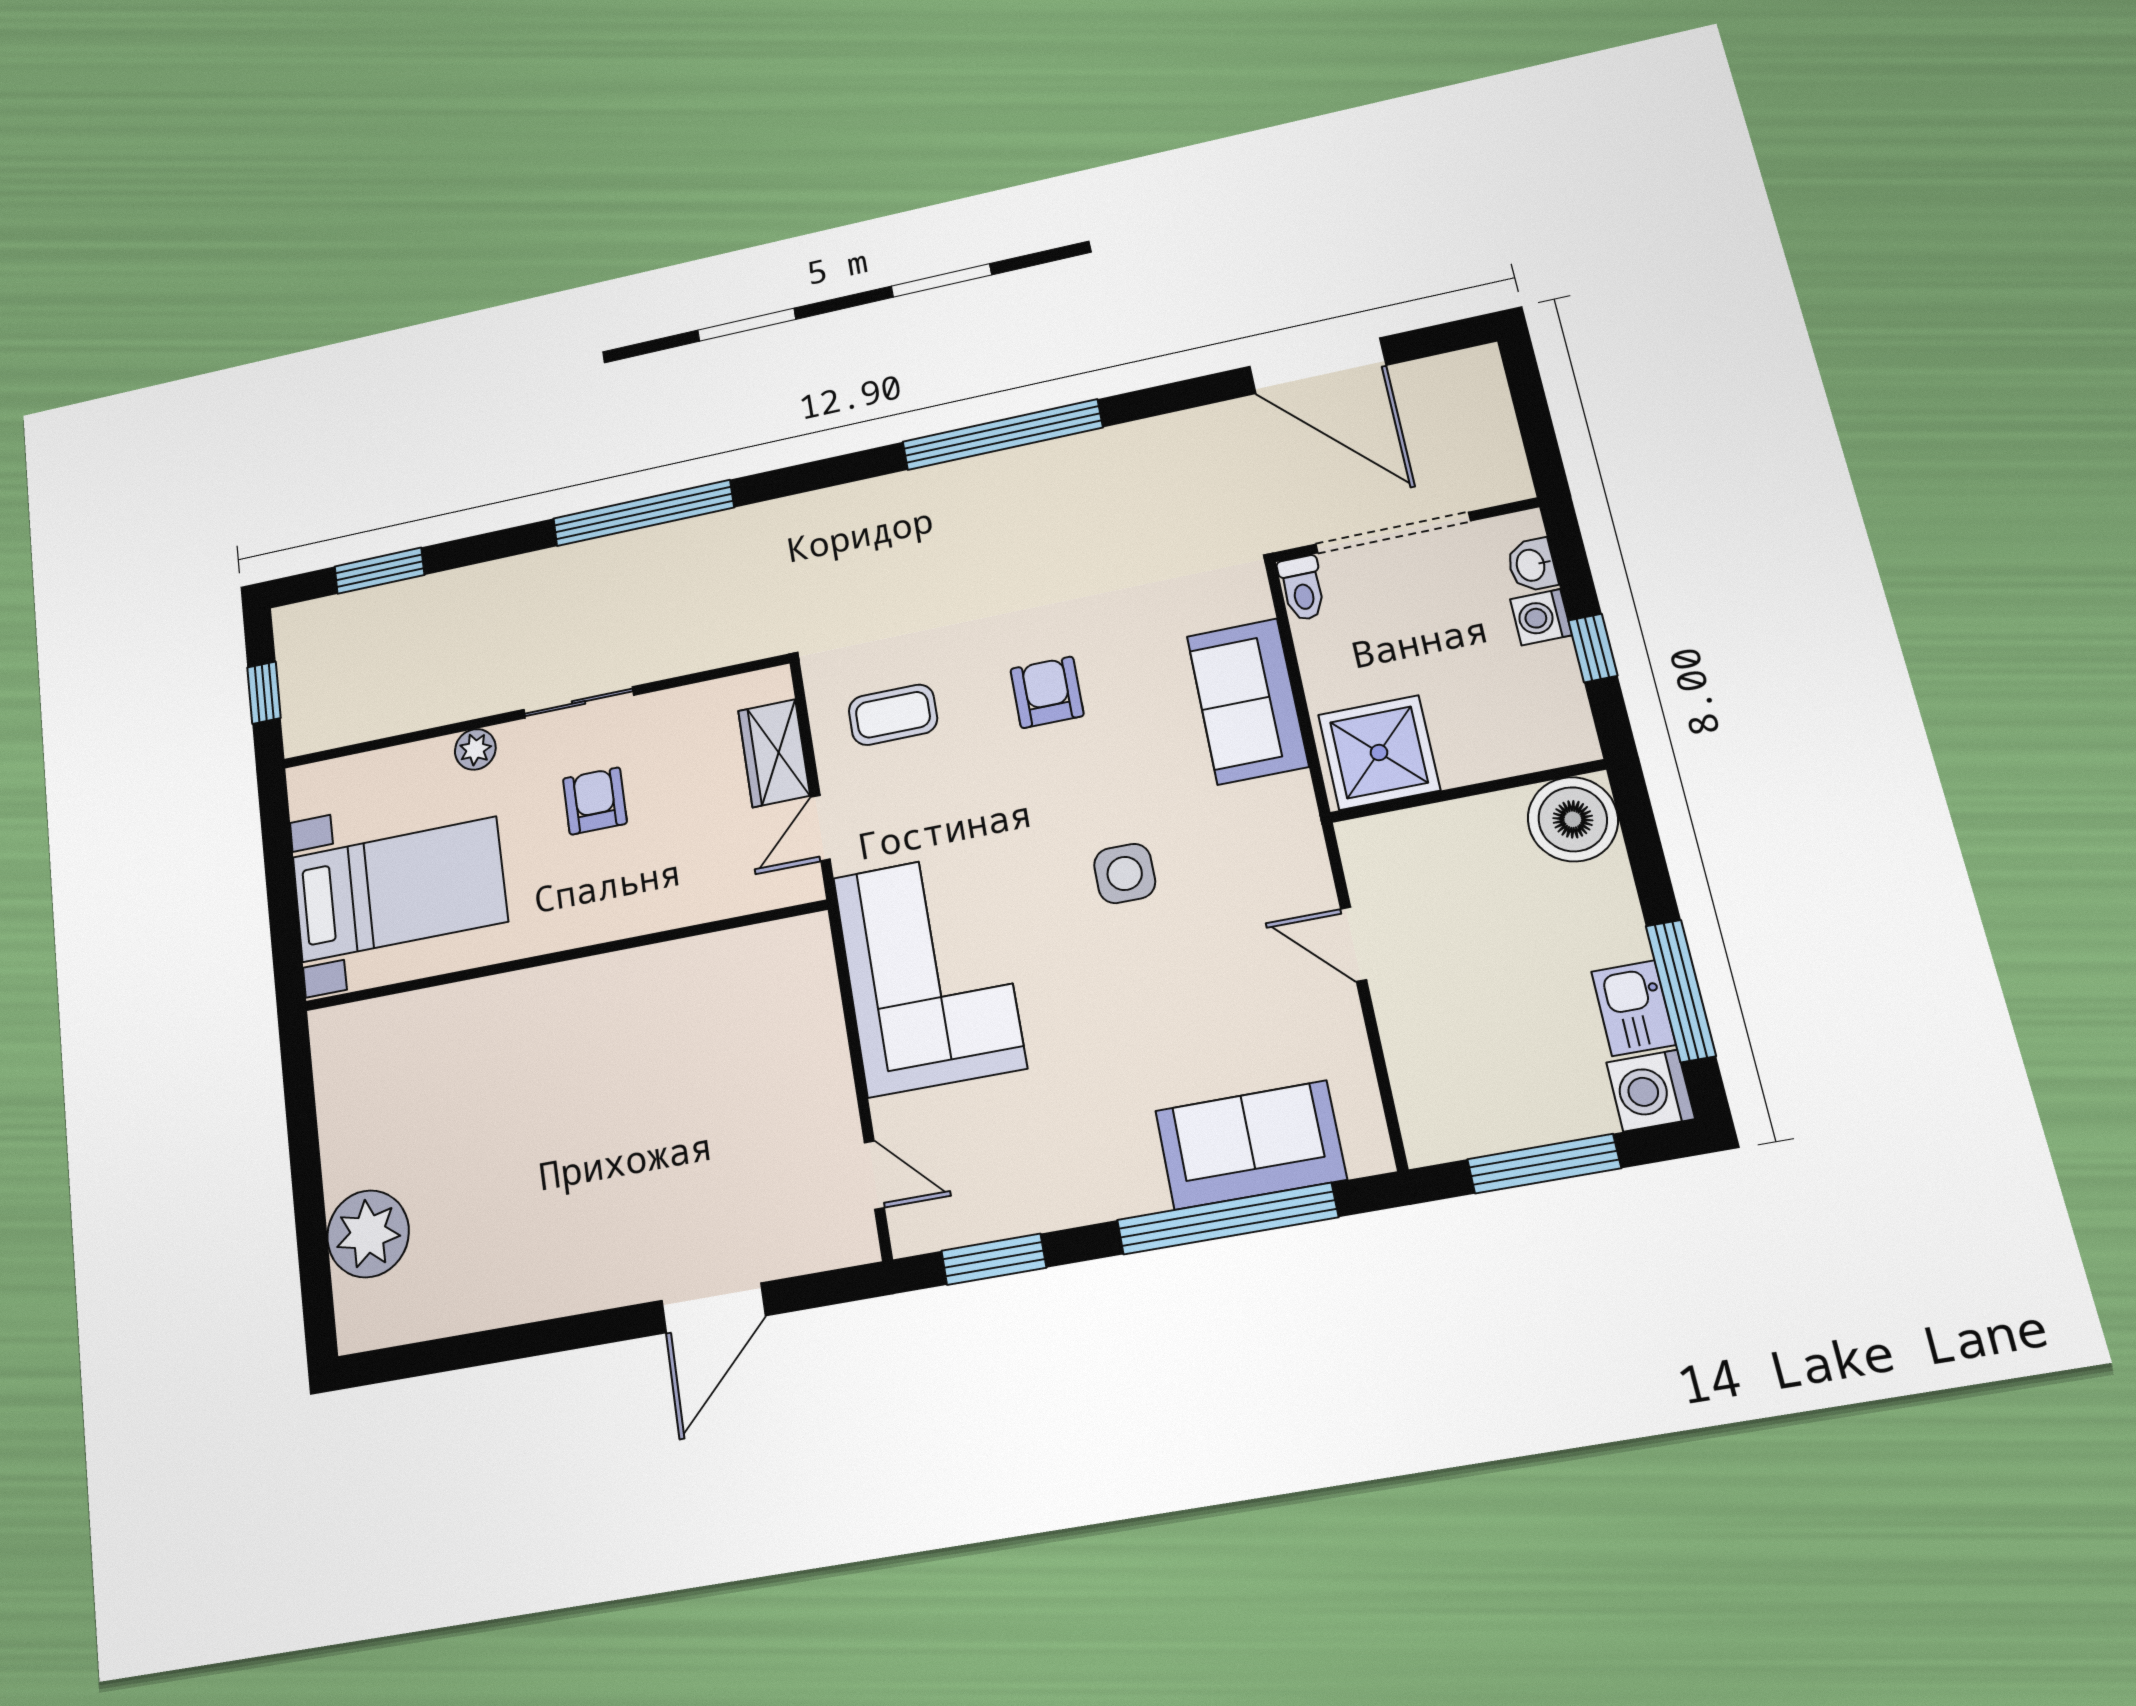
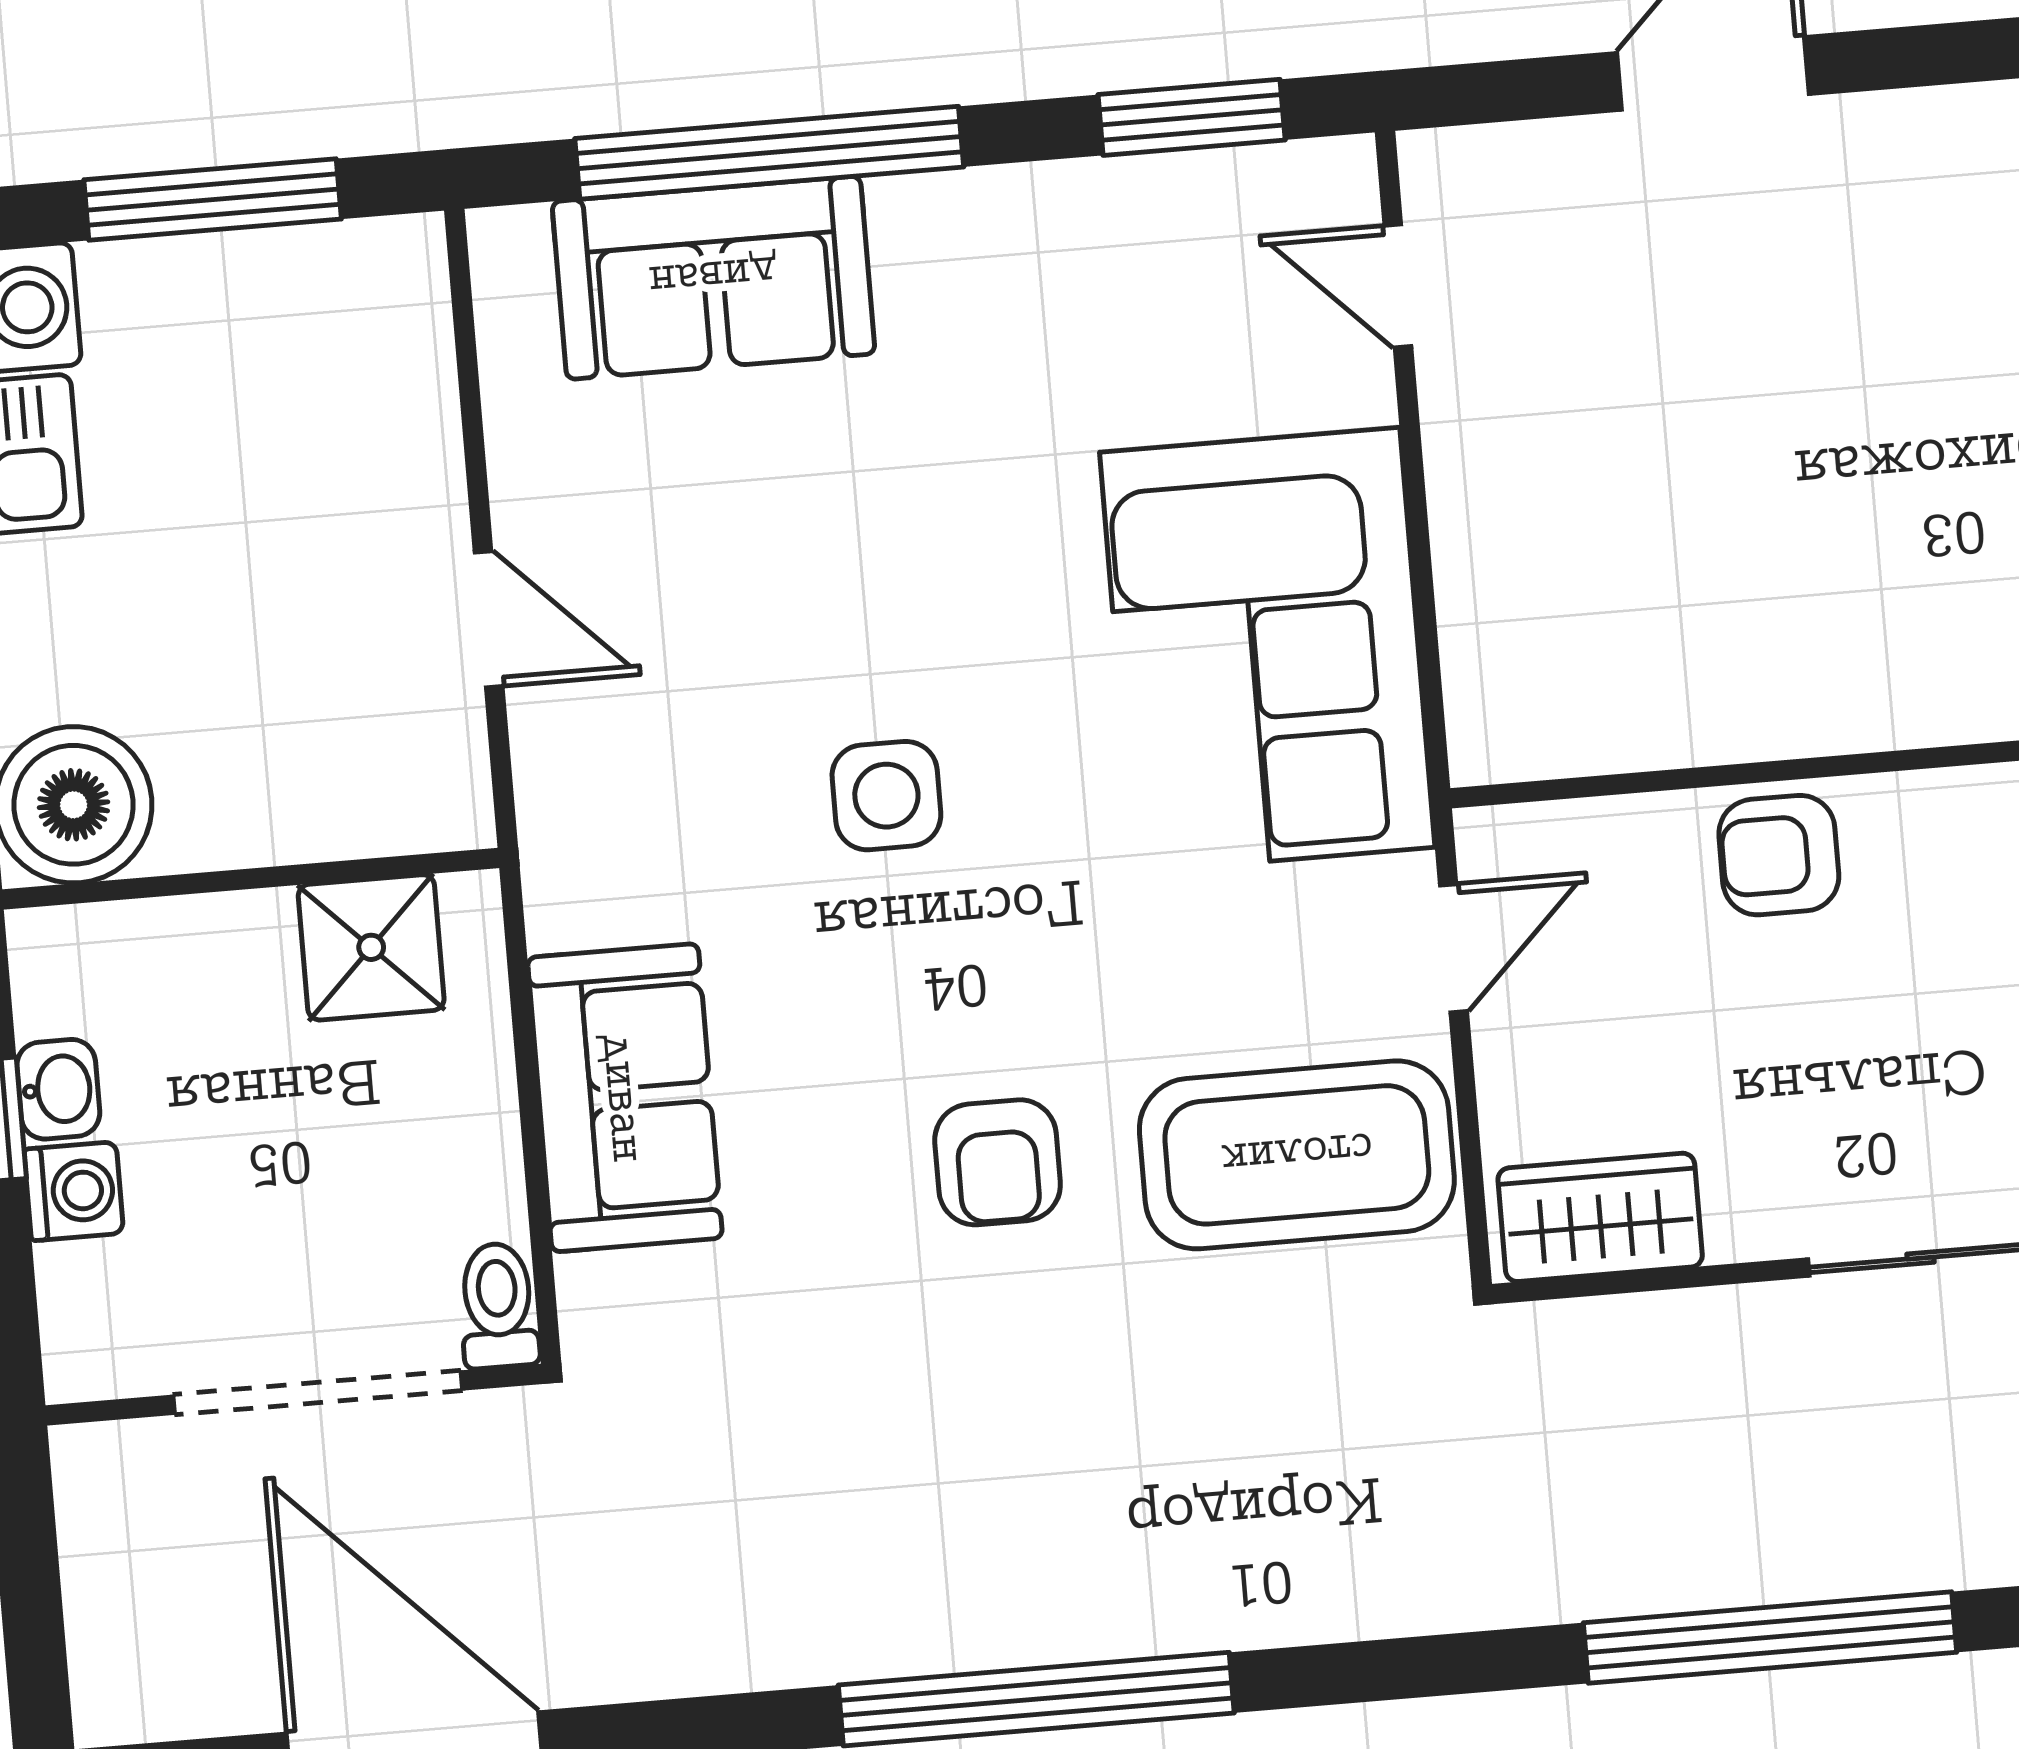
washbasin: (1532, 565) -> (58, 1089), moved
coffee table: (893, 715) -> (1297, 1155), width x1.86, depth x1.72
shower: (1379, 752) -> (371, 947), width x0.73, depth x0.73
wardrobe: (774, 753) -> (1600, 1217), moved, turned -90
armchair: (595, 801) -> (1779, 855), moved, turned 90

